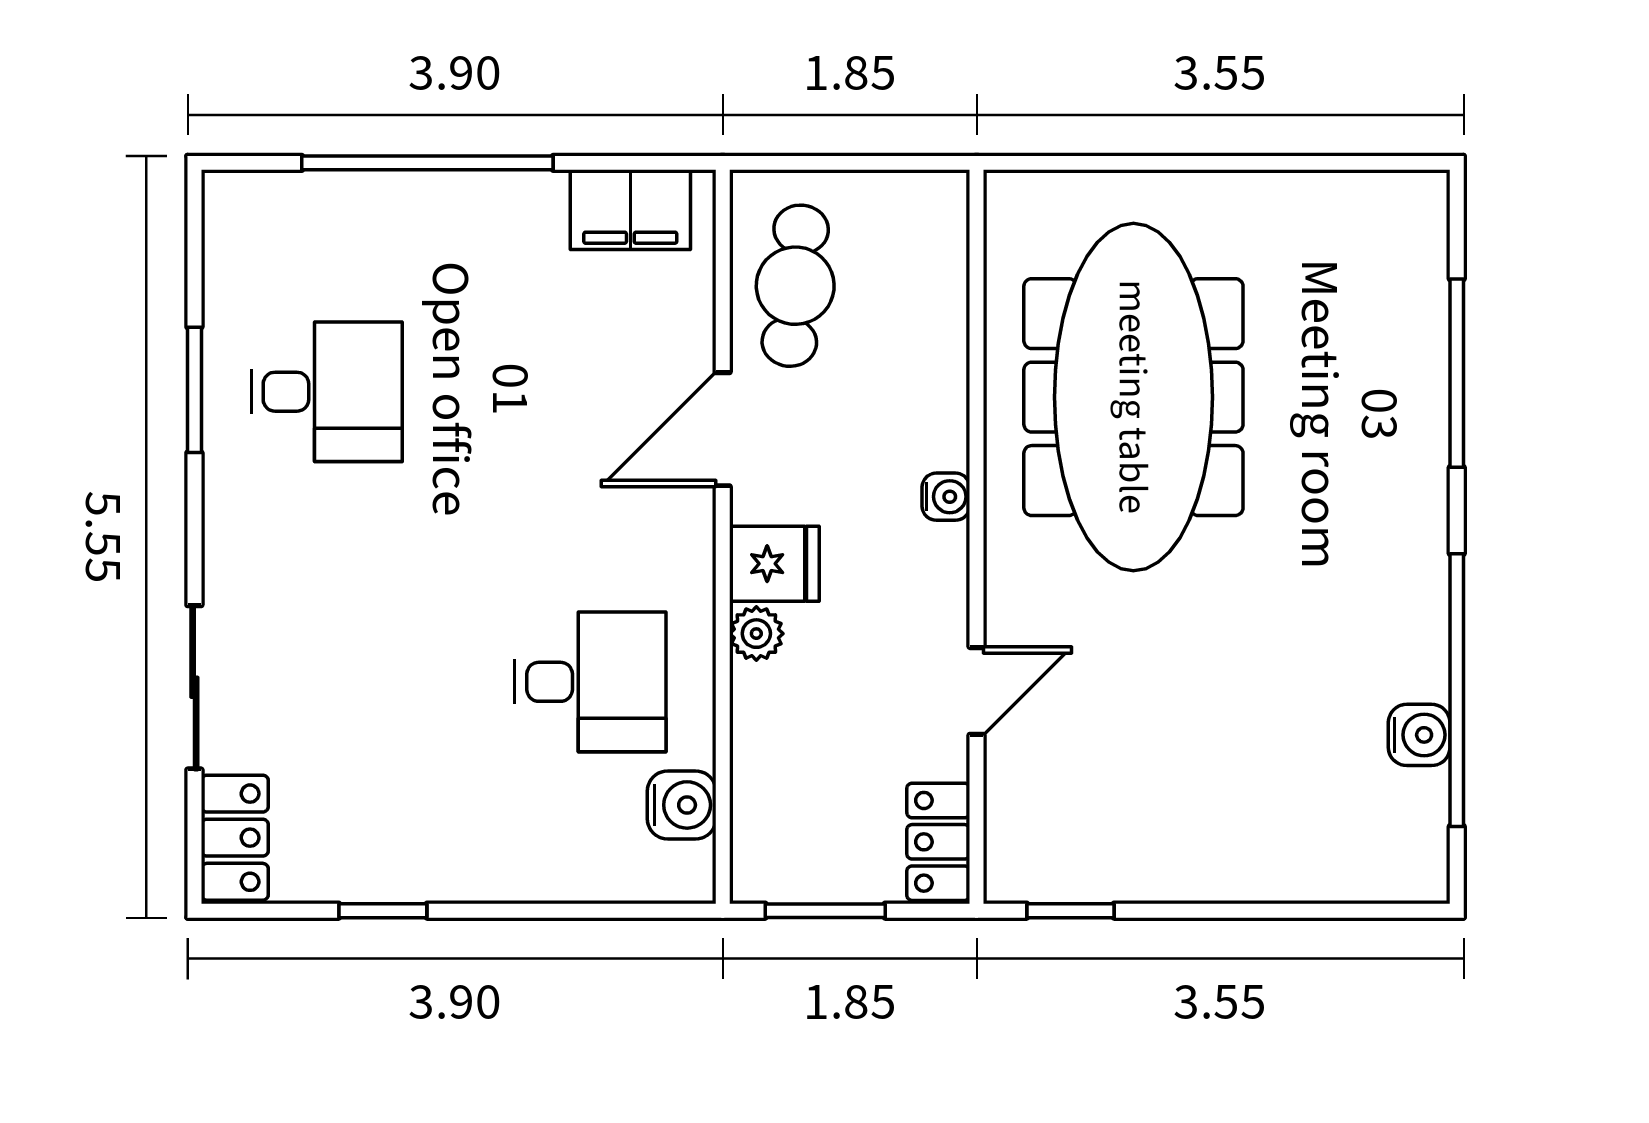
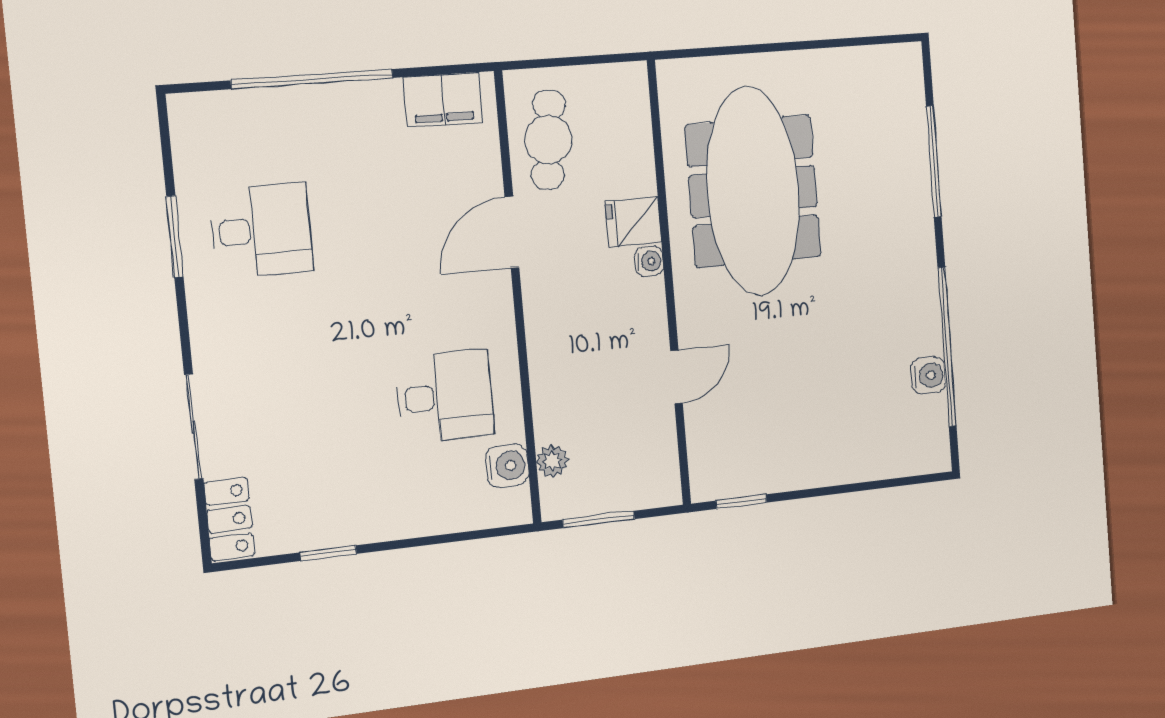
fridge: (774, 564) -> (633, 222), moved, turned 180
plant: (756, 634) -> (552, 461), moved
locker: (938, 842) -> (662, 470), removed

